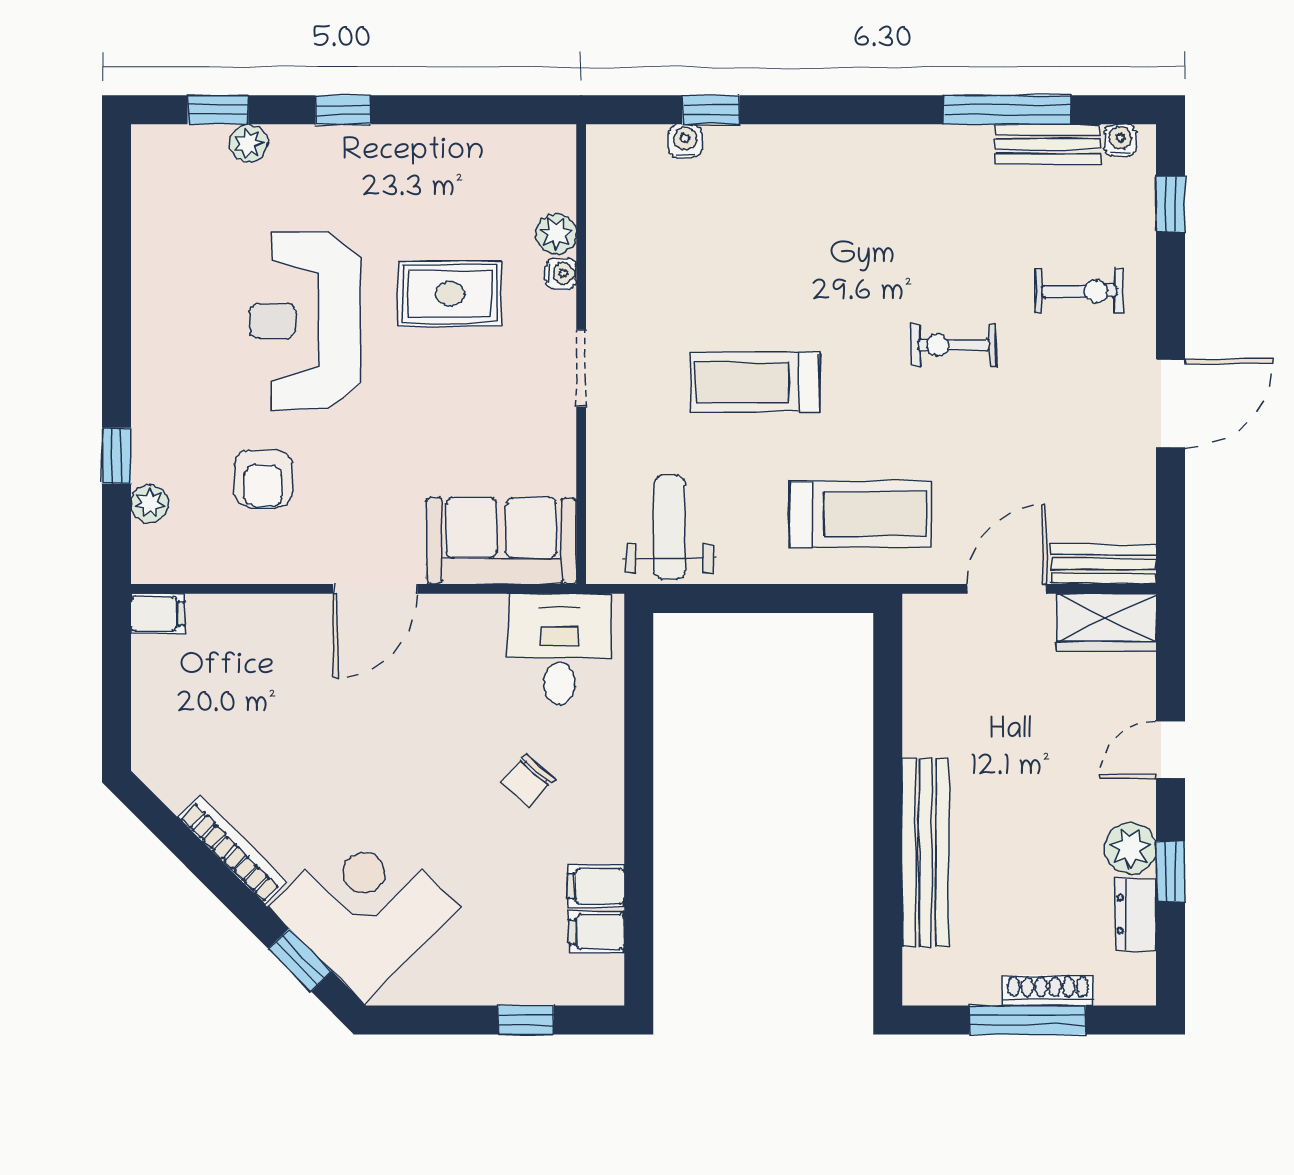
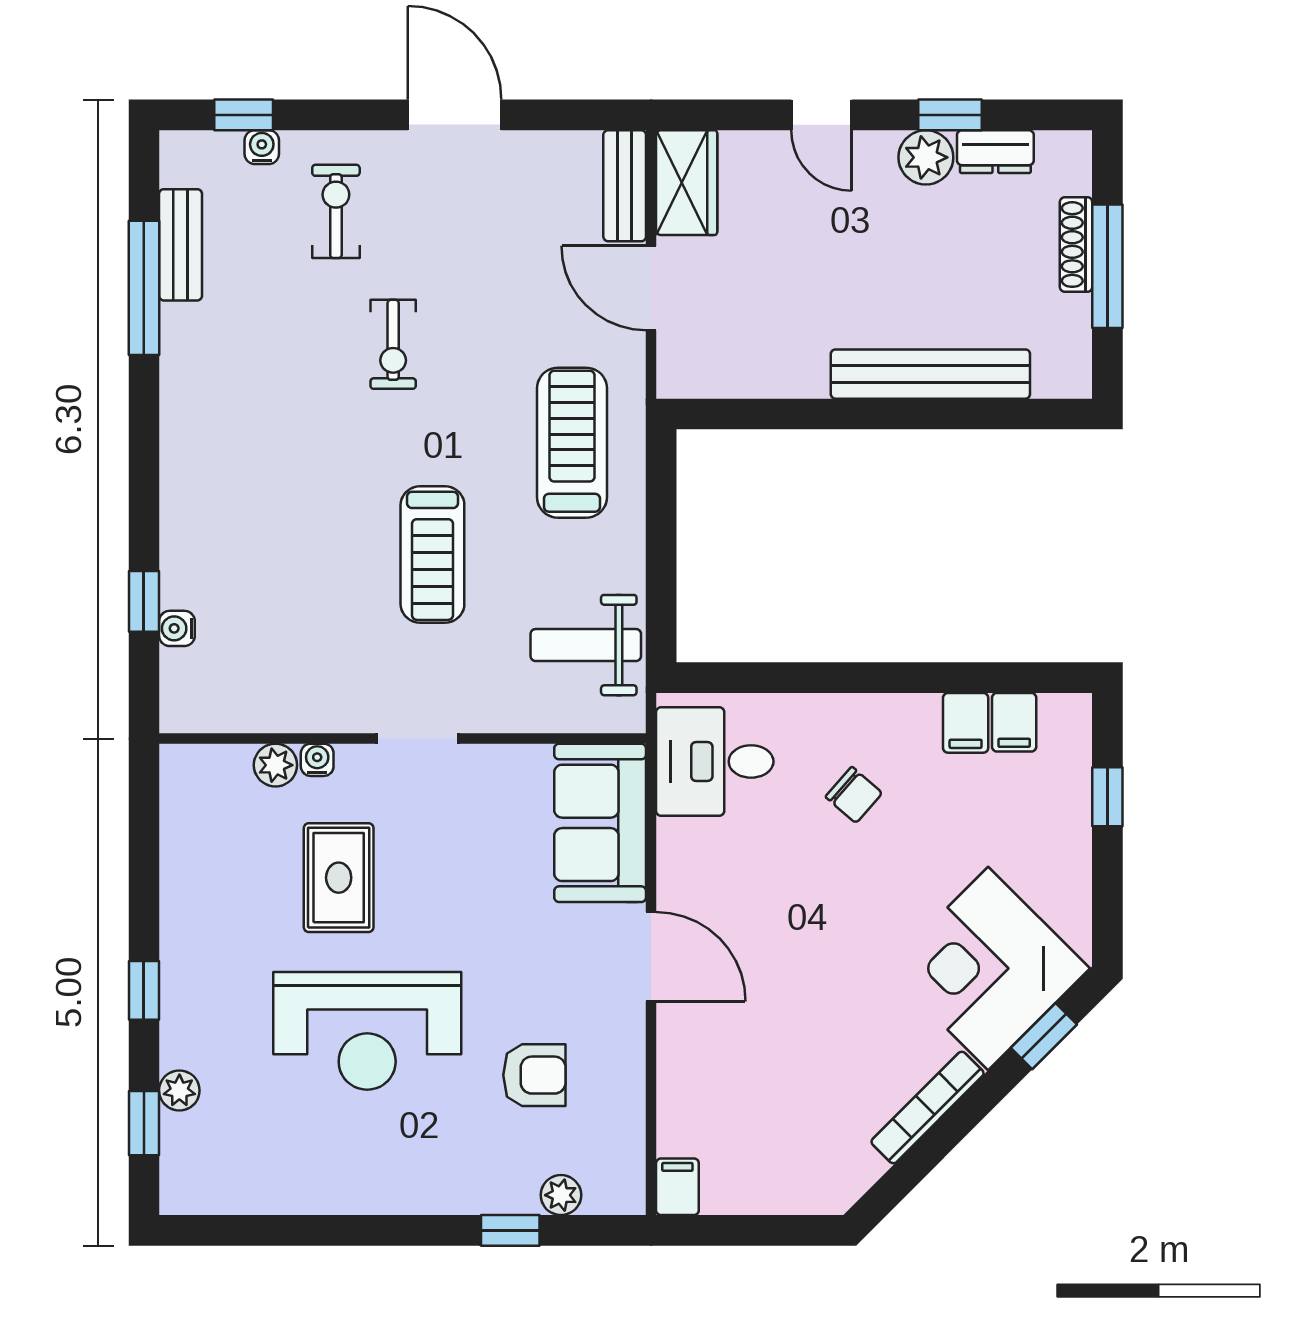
water cooler: (1120, 140) -> (262, 147), moved, turned 90

